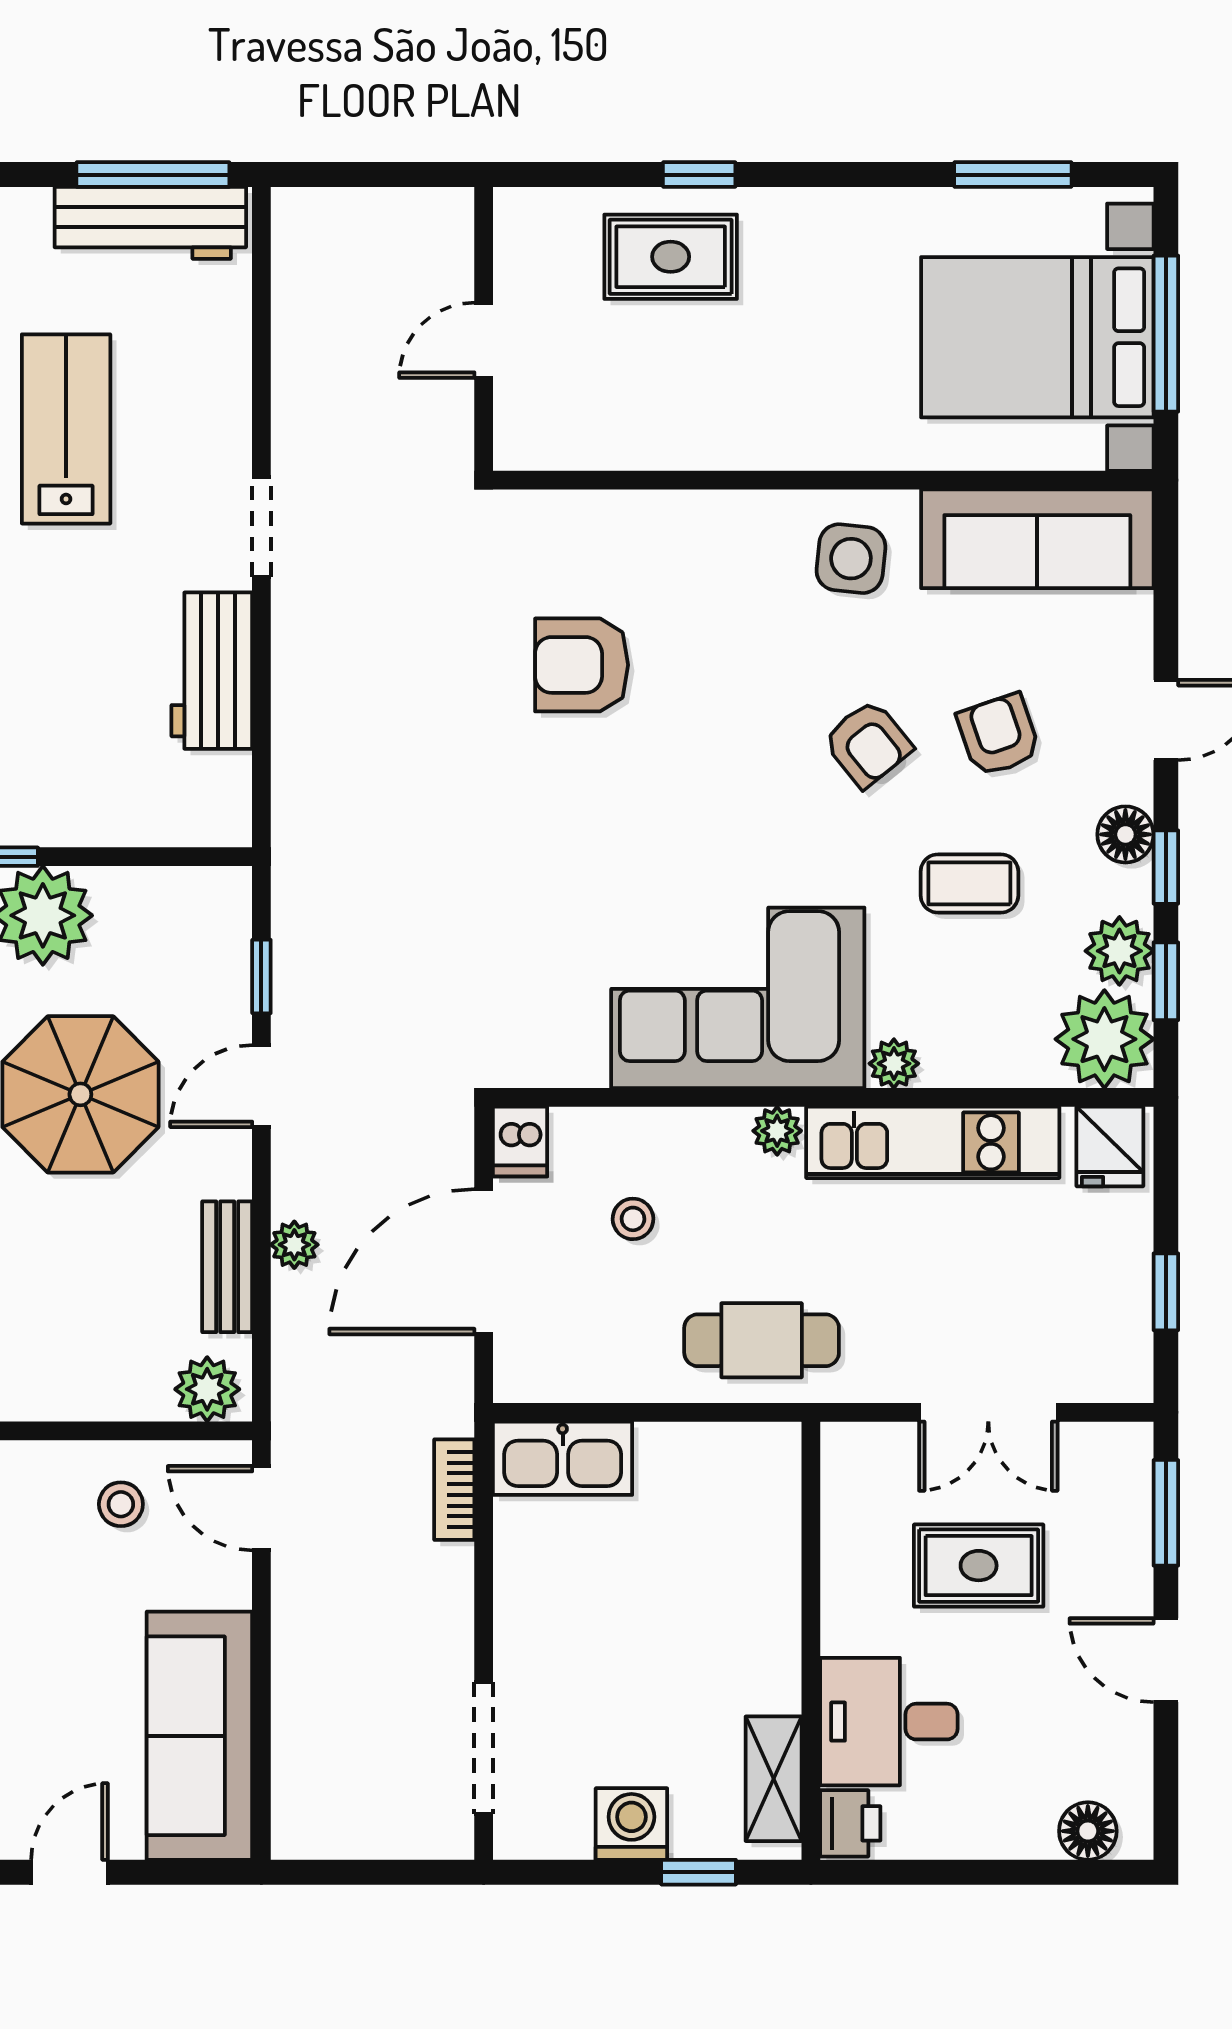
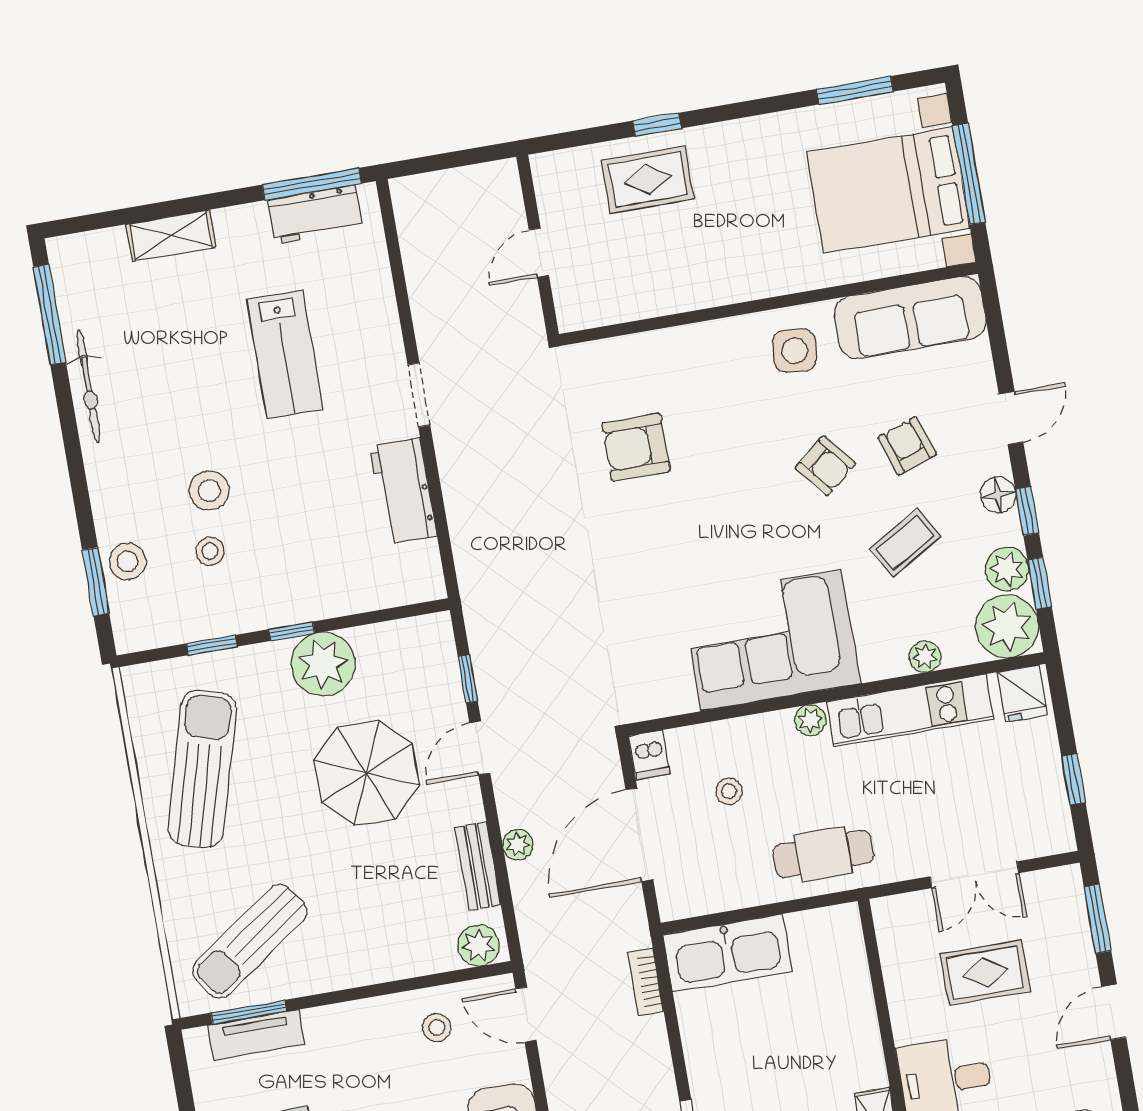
workbench: (150, 223) -> (315, 215), width x0.73
lab bench: (66, 429) -> (285, 354), turned 180
coffee table: (969, 883) -> (905, 543), turned -31
plant: (894, 1064) -> (925, 656), moved
kitchen sink: (563, 1458) -> (728, 953), width x1.36, depth x1.24
door: (1166, 1660) -> (1114, 1012), hinge flipped

